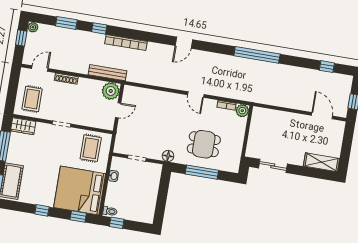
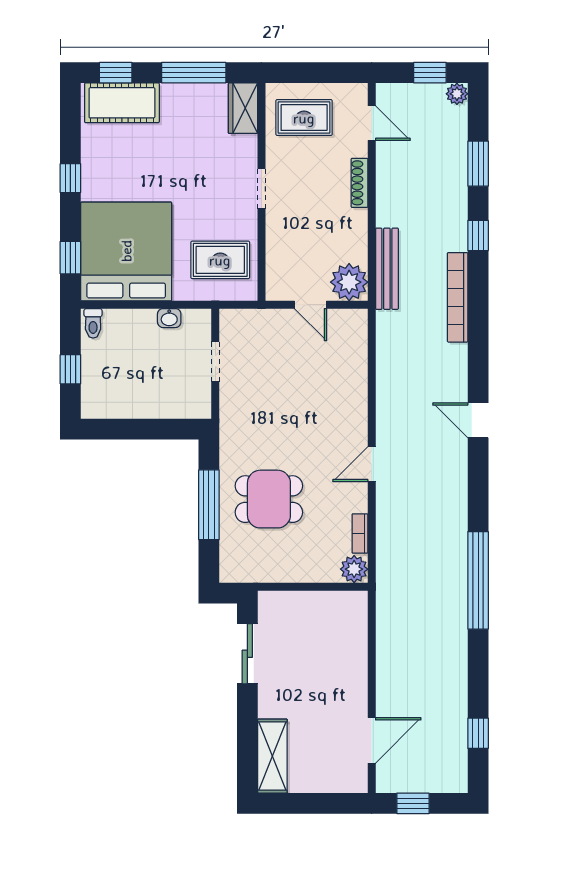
dining table: (204, 144) -> (269, 499), turned 90
floor lamp: (168, 156) -> (231, 427), removed
window: (117, 223) -> (70, 369), moved

